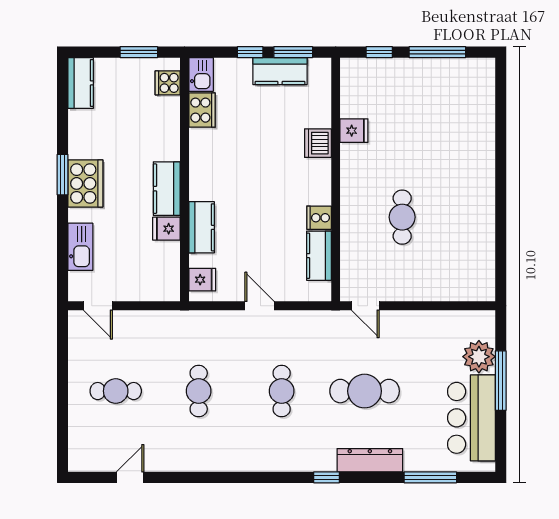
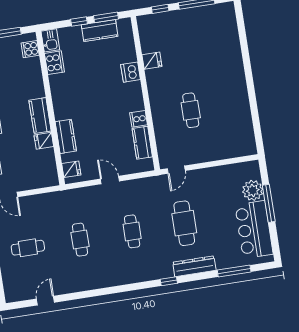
door: (365, 306) -> (176, 170), hinge flipped
cafe table: (365, 391) -> (184, 223), turned 90

